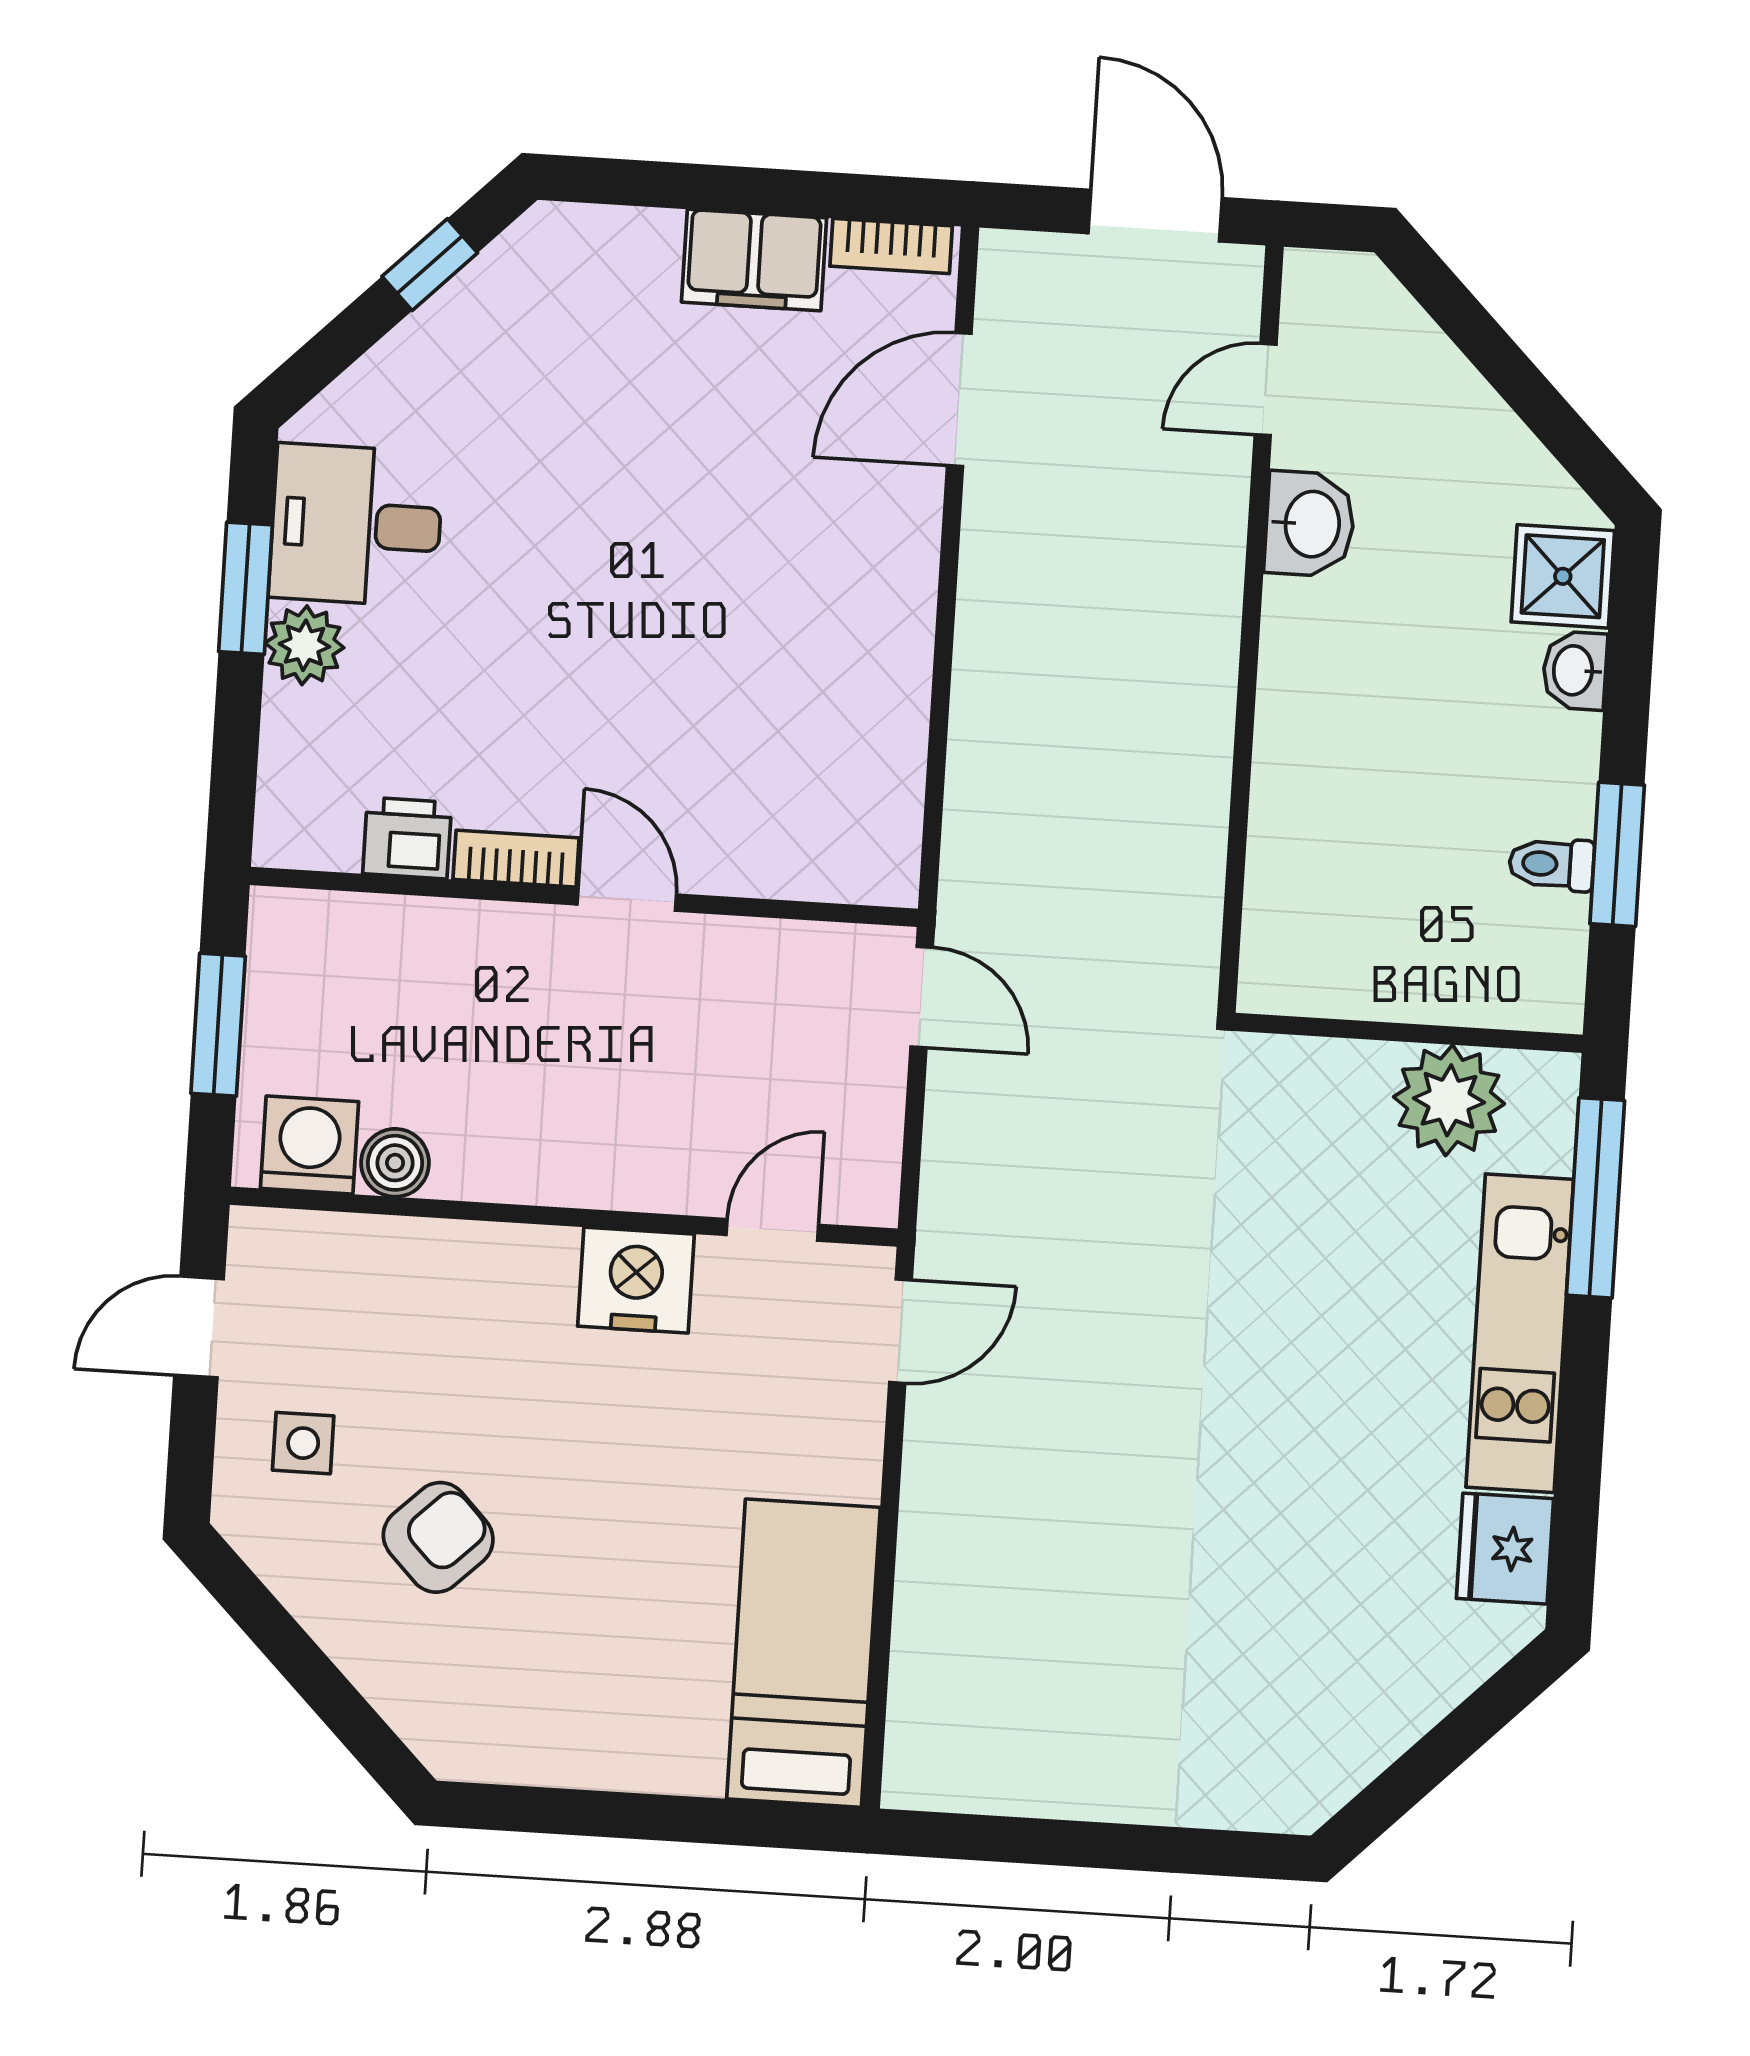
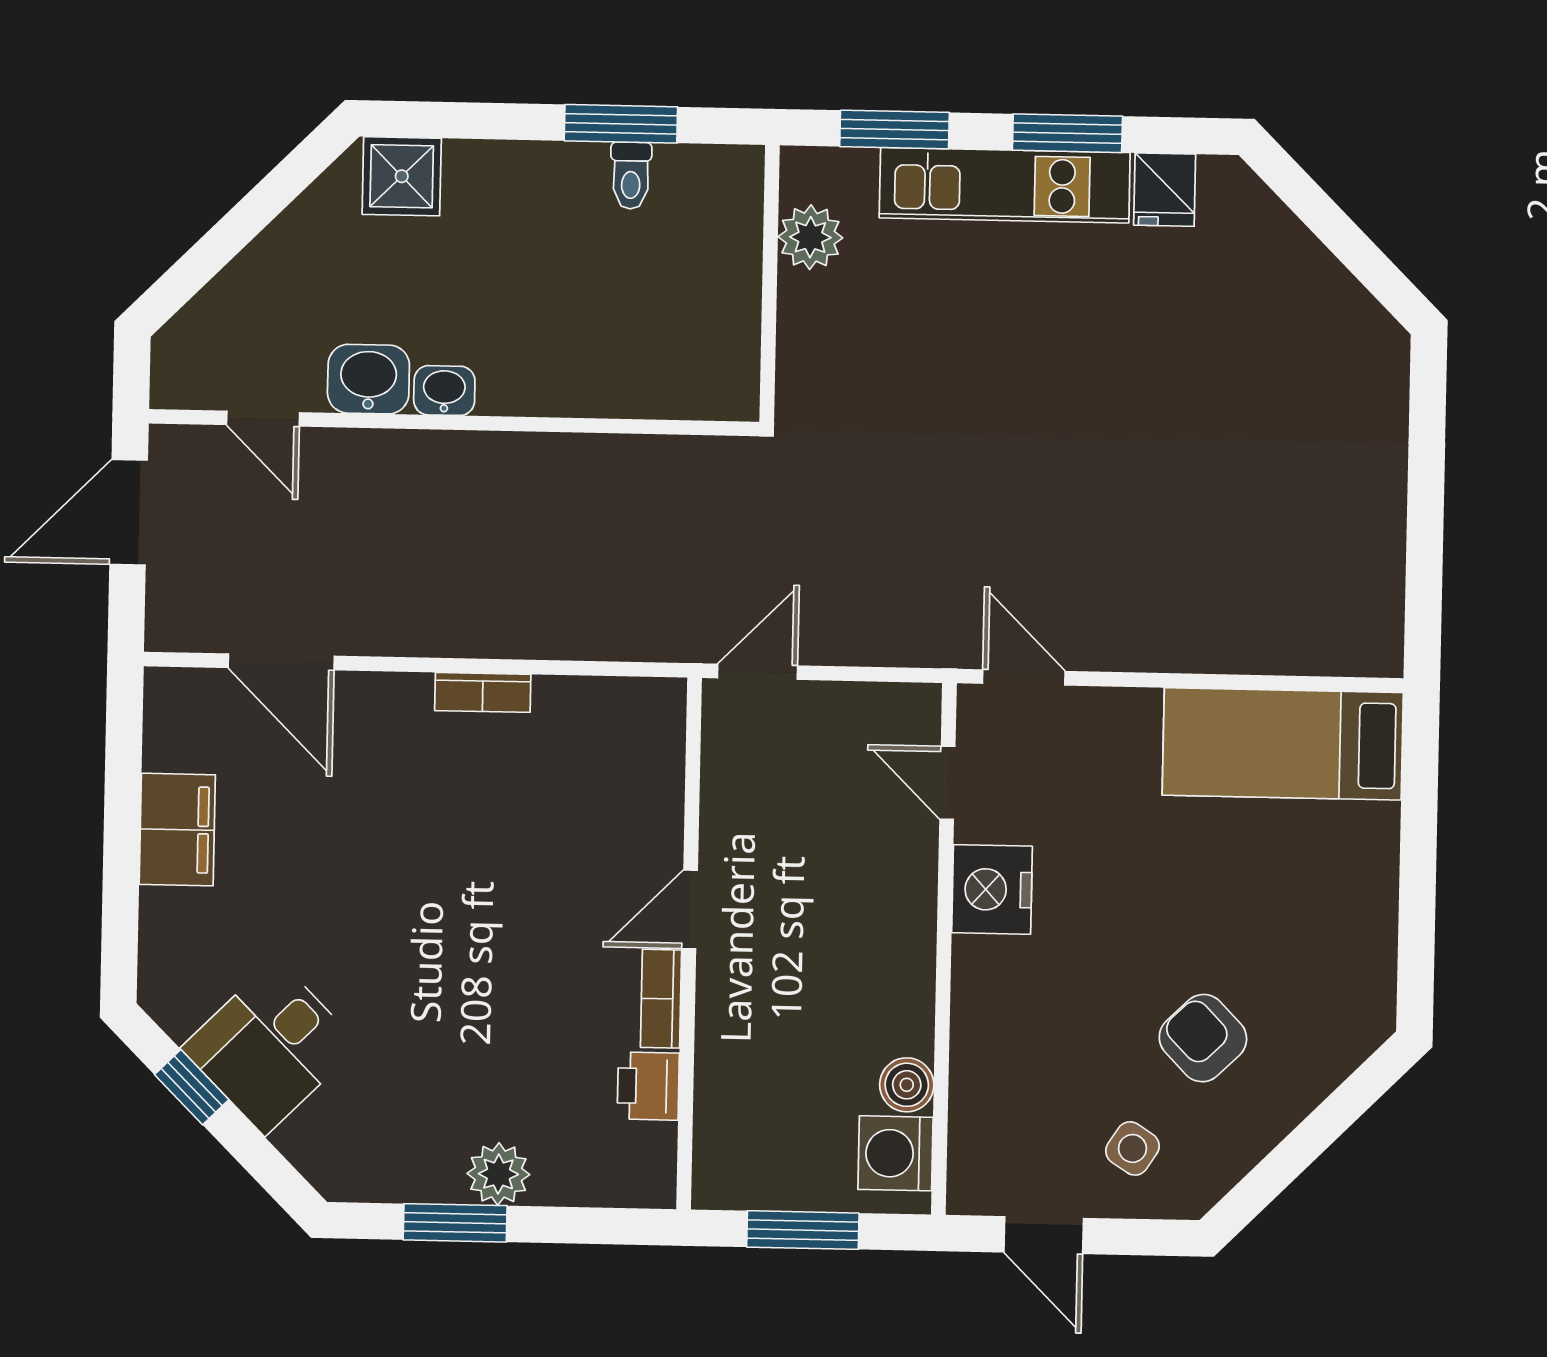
bookcase: (891, 246) -> (483, 692), moved, turned 90
desk: (356, 525) -> (270, 1047), moved, turned 45
washbasin: (1575, 670) -> (444, 391), moved, turned 180
plant: (1449, 1100) -> (810, 237), width x0.73, depth x0.73
window: (1596, 1198) -> (895, 130), width x0.69
window: (1582, 1415) -> (1067, 133), added
side table: (303, 1443) -> (1132, 1148), turned 33
fridge: (1505, 1549) -> (1165, 190), width x0.72

